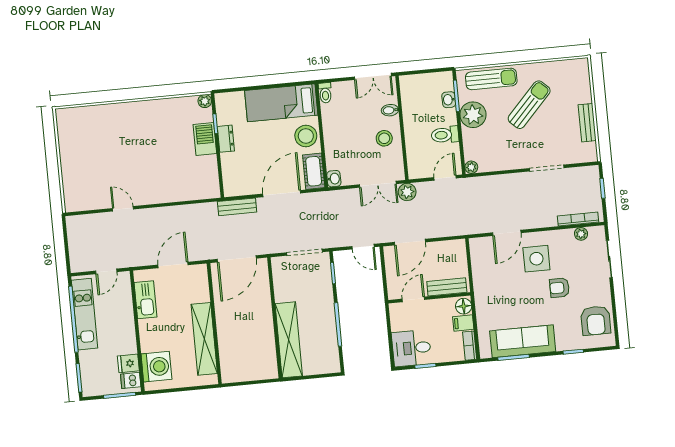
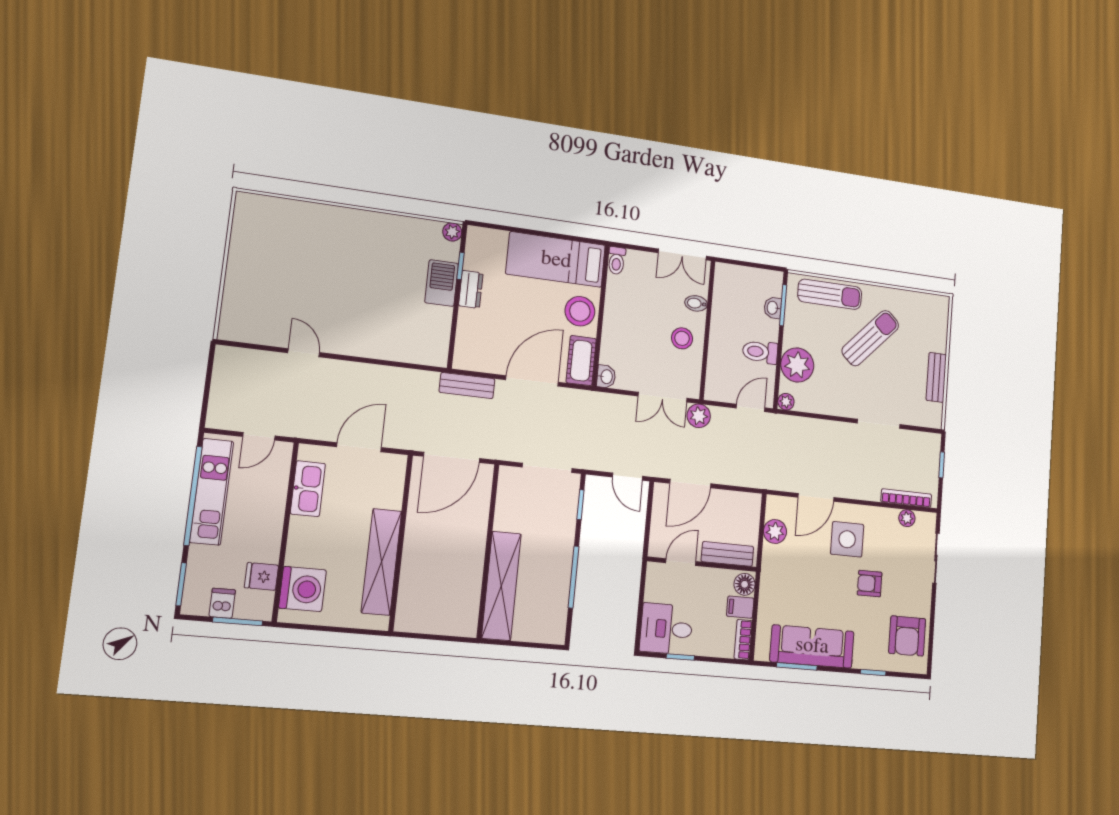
plant: (473, 115) -> (797, 365), moved
plant: (480, 264) -> (775, 531), added
dishwasher: (131, 380) -> (222, 603), moved, turned 90

